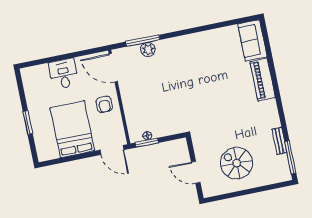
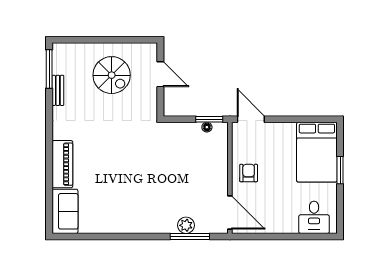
desk: (64, 74) -> (314, 217), moved
bed: (72, 129) -> (317, 152), moved

